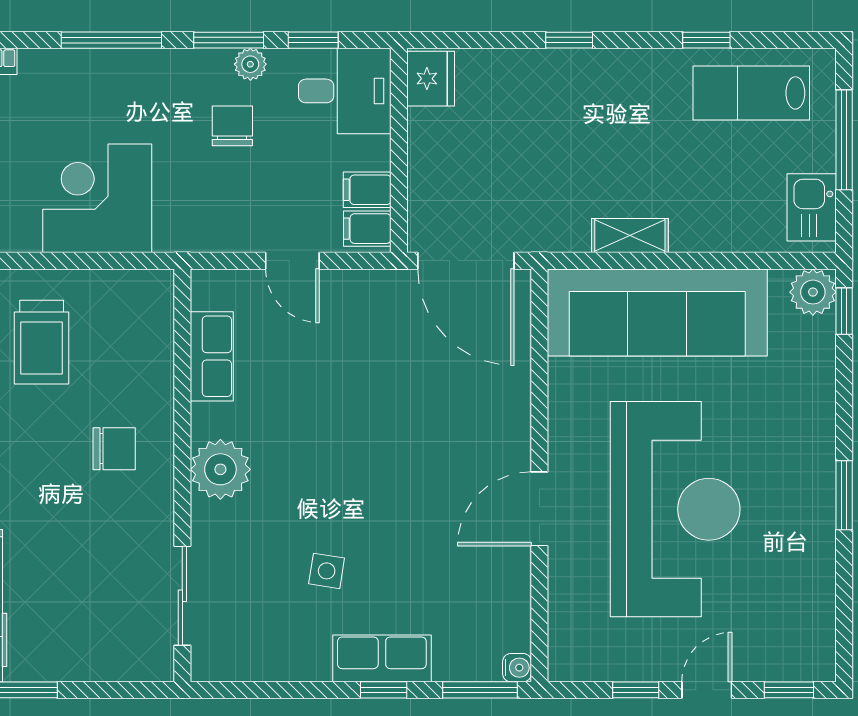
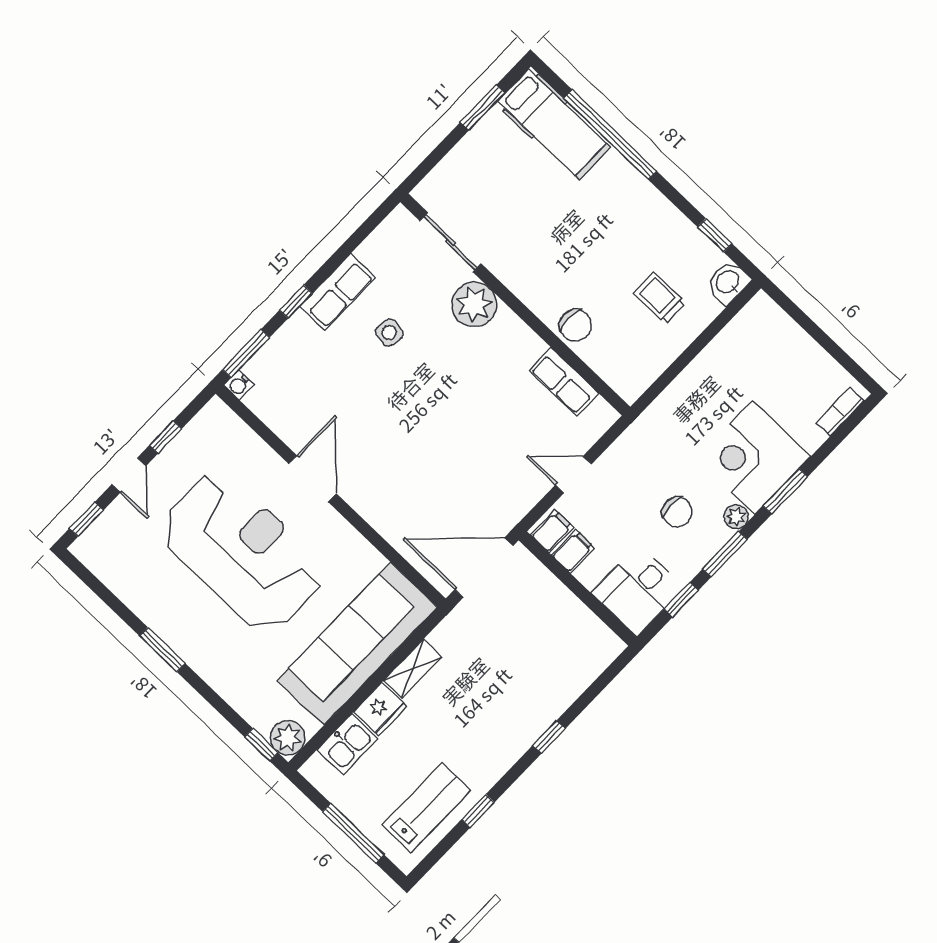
window: (111, 40) -> (785, 491), width x0.69
plant: (250, 64) -> (736, 517), moved
fridge: (431, 79) -> (380, 709), moved, turned -90
corner desk: (97, 198) -> (754, 457), moved, turned 180
kitchen sink: (812, 207) -> (348, 744), moved, turned 90
trolley: (42, 342) -> (659, 298), width x0.73, depth x0.72
chair: (114, 449) -> (575, 325), moved, turned -90
plant: (220, 469) -> (474, 304), moved
reception desk: (675, 509) -> (242, 552), turned 180
row of seats: (382, 658) -> (338, 292), moved

